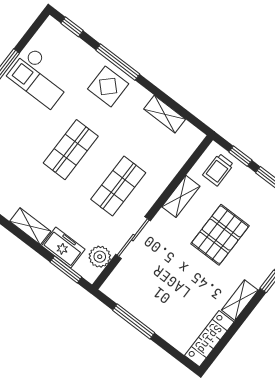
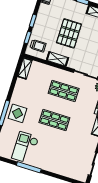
checkout: (40, 78) -> (25, 148), turned 180
shelving: (165, 114) -> (25, 68), moved
pallet: (220, 235) -> (69, 33), turned 90

